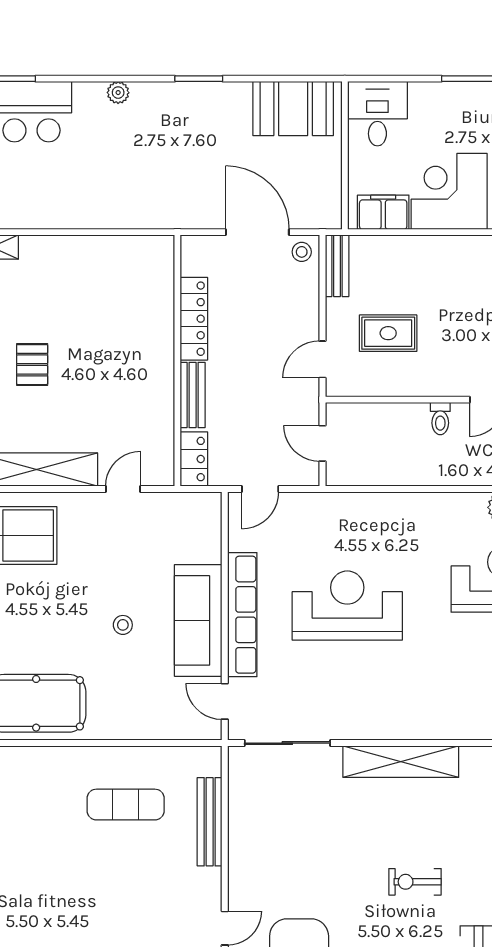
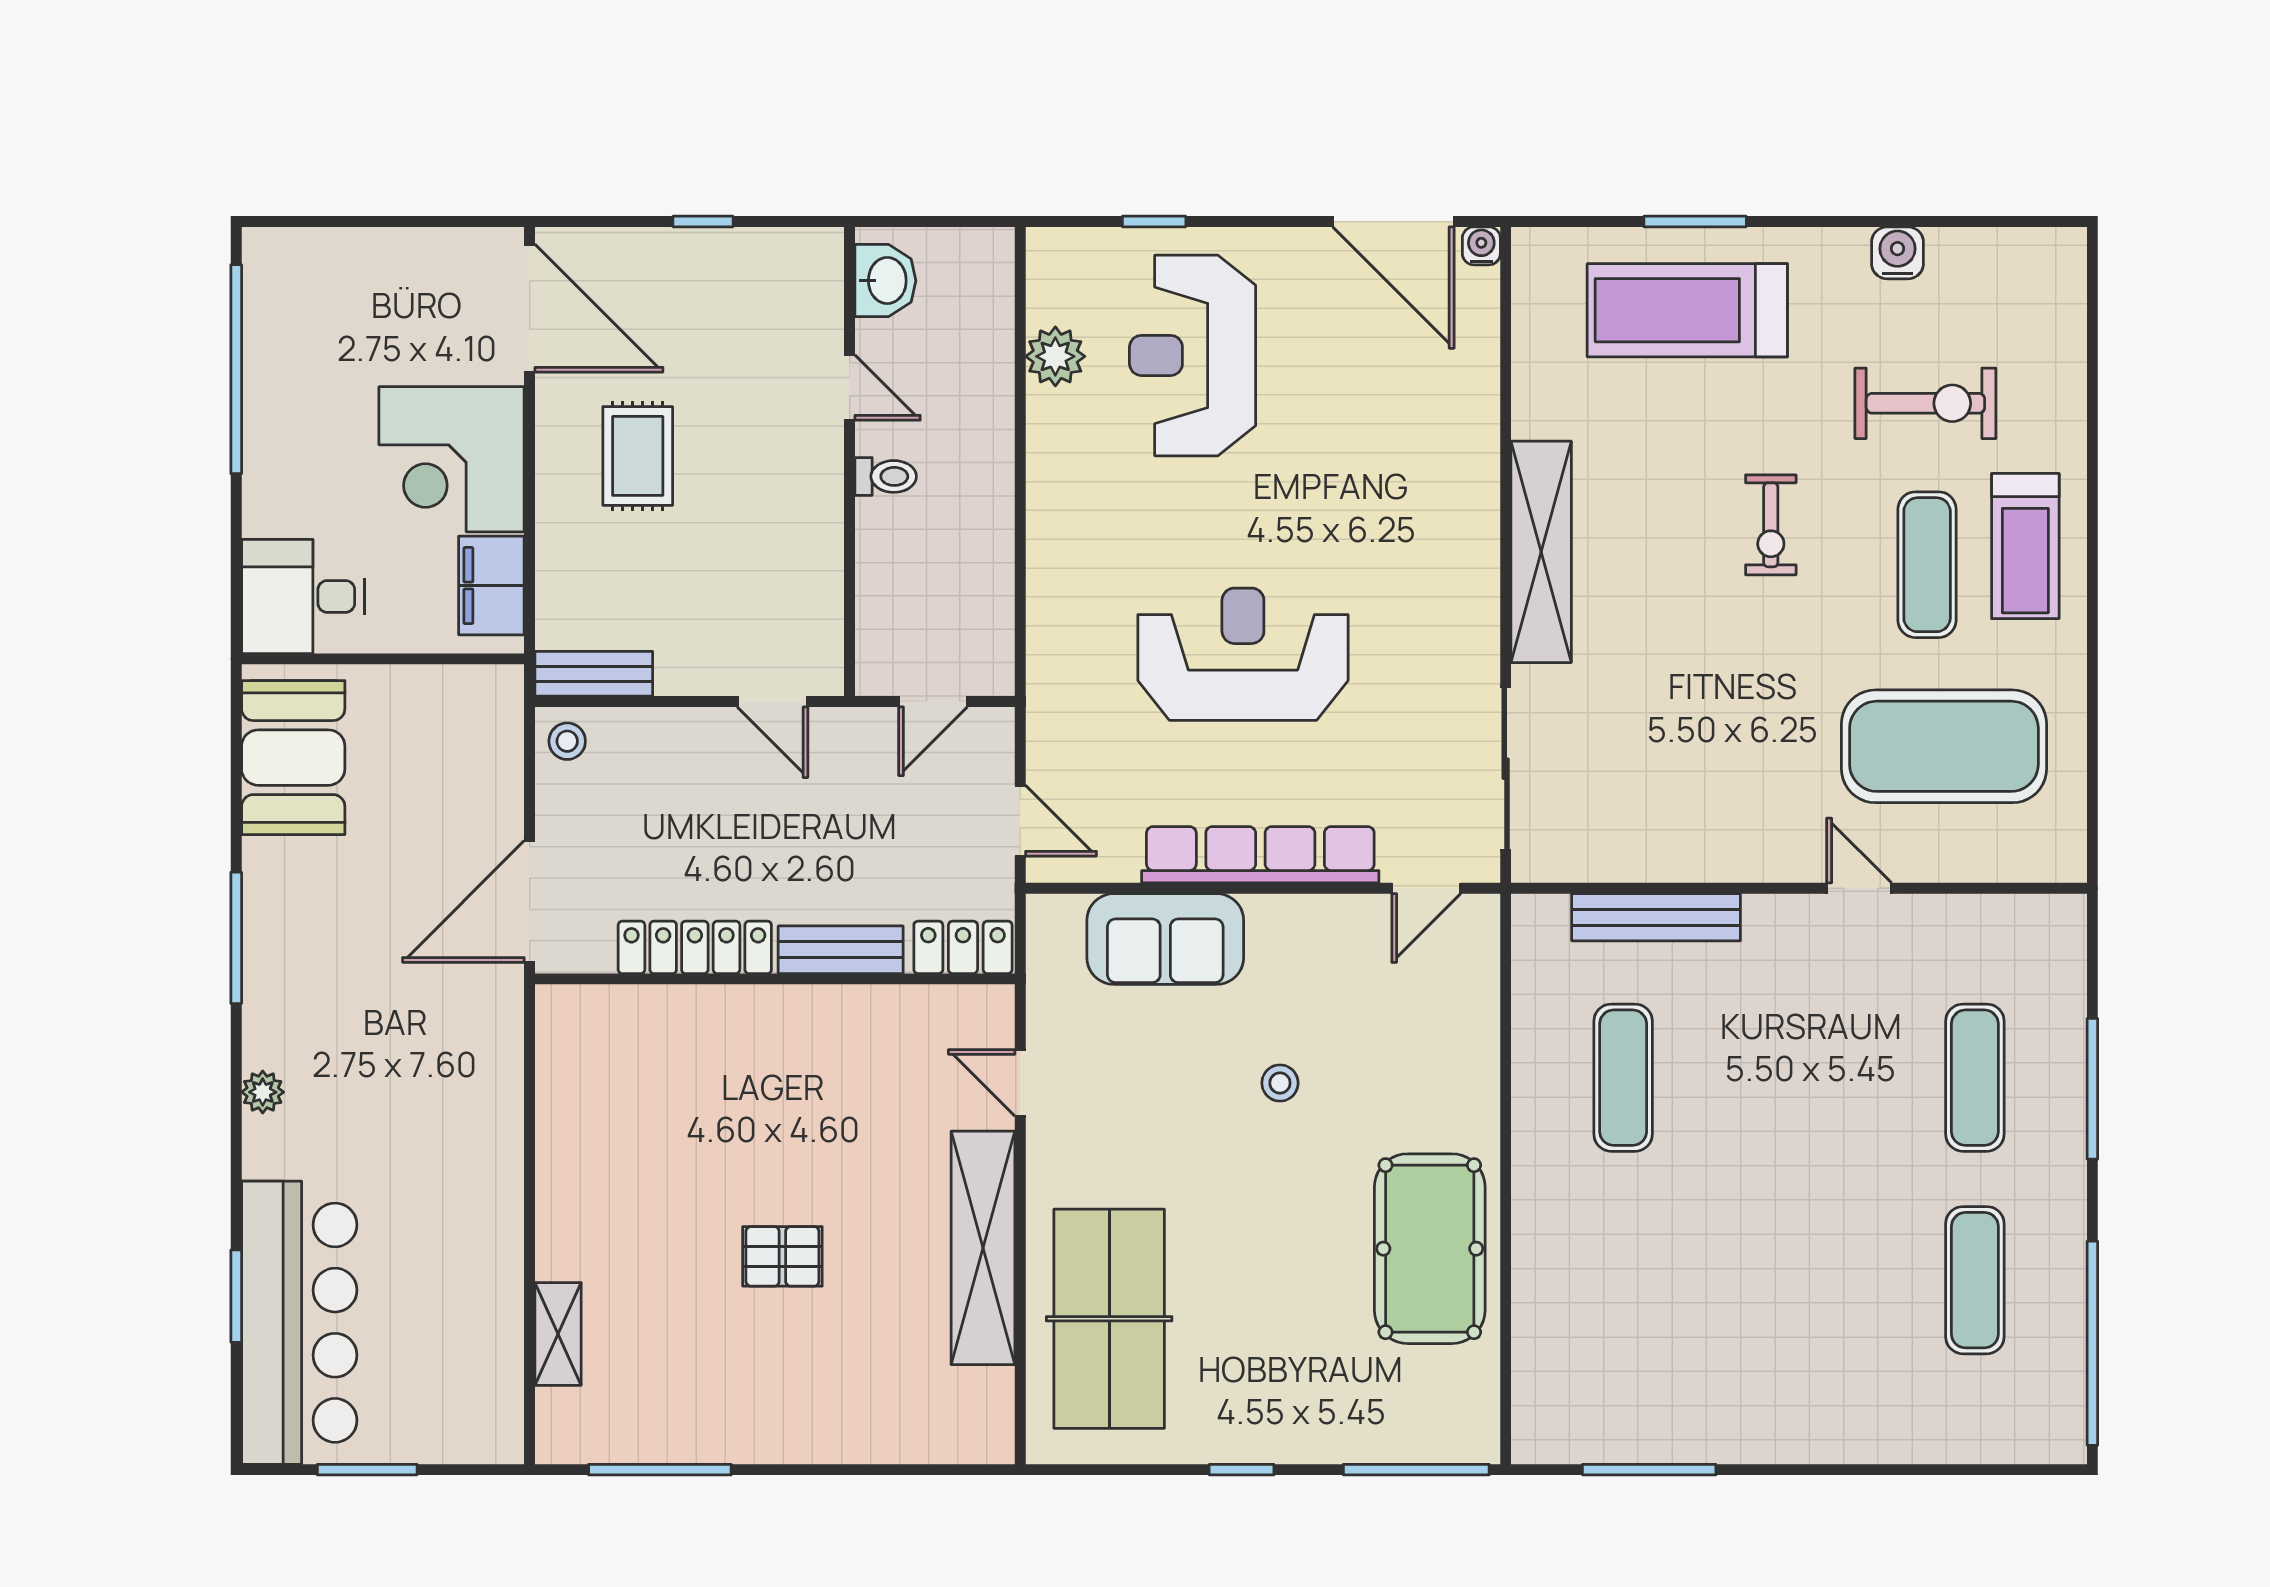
window: (199, 79) -> (236, 938), width x1.44
door: (257, 232) -> (530, 902), moved
rug: (388, 333) -> (638, 456), moved
reception desk: (347, 606) -> (1243, 654), turned 90
sofa: (198, 620) -> (1165, 939), moved, width x0.73

